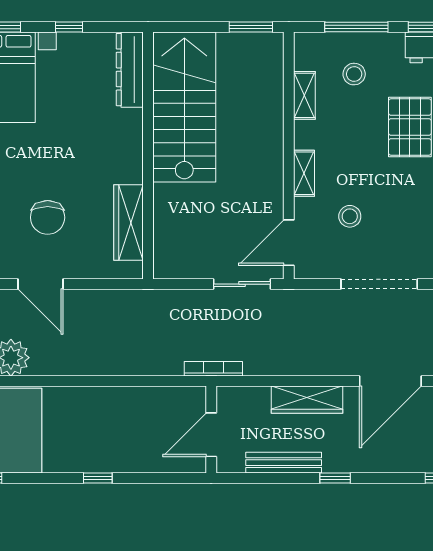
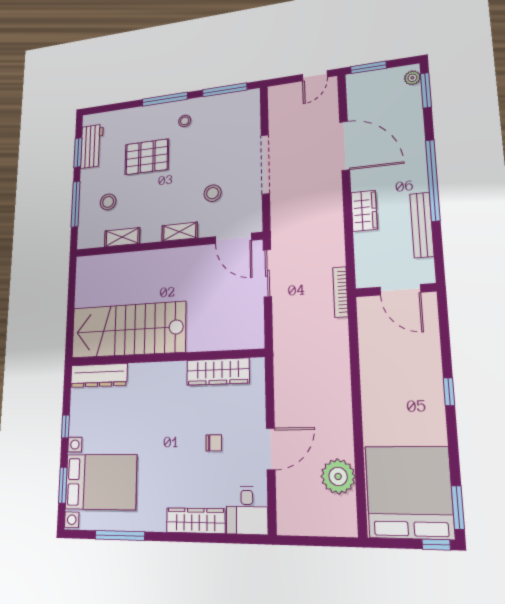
window: (251, 27) -> (72, 282), removed
chair: (48, 217) -> (214, 443), width x0.54, depth x0.54
wardrobe: (307, 400) -> (364, 211), width x0.67
window: (335, 478) -> (433, 180), width x3.17

